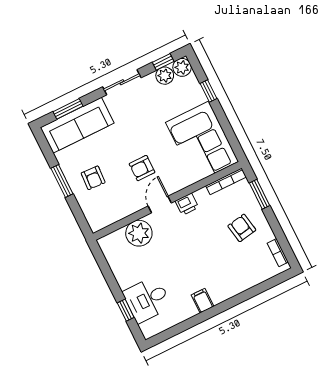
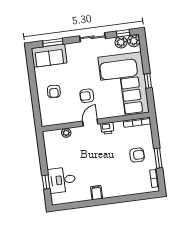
window: (208, 91) -> (148, 81), moved
sofa: (77, 125) -> (49, 56), width x0.73
corner sofa: (202, 142) -> (124, 85), width x1.36, depth x1.36
window: (62, 181) -> (33, 87), removed
window: (260, 194) -> (158, 158), moved
armchair: (242, 228) -> (137, 155), turned 100
plant: (139, 233) -> (66, 133), width x0.53, depth x0.53

